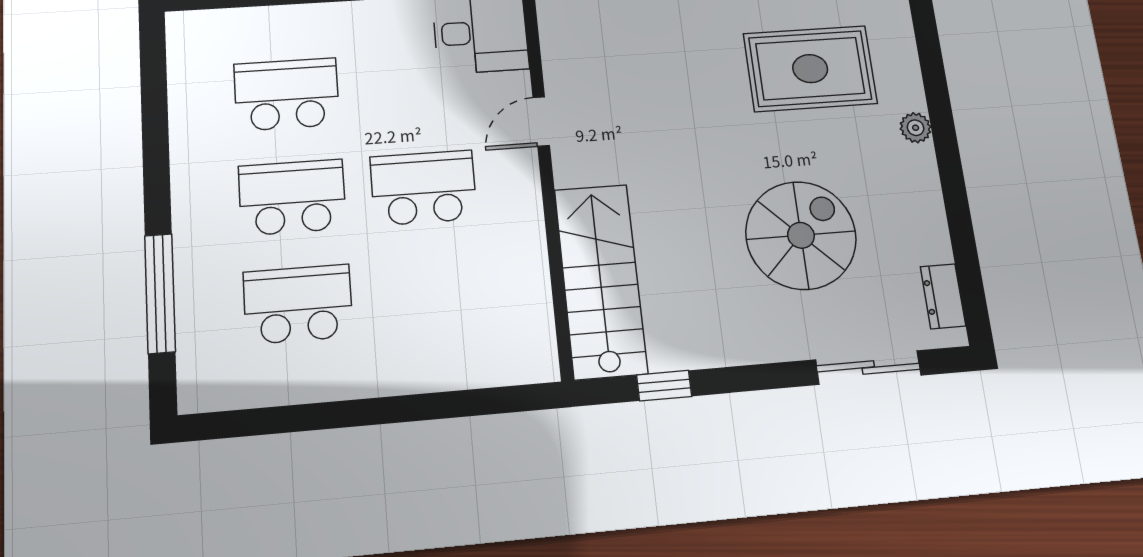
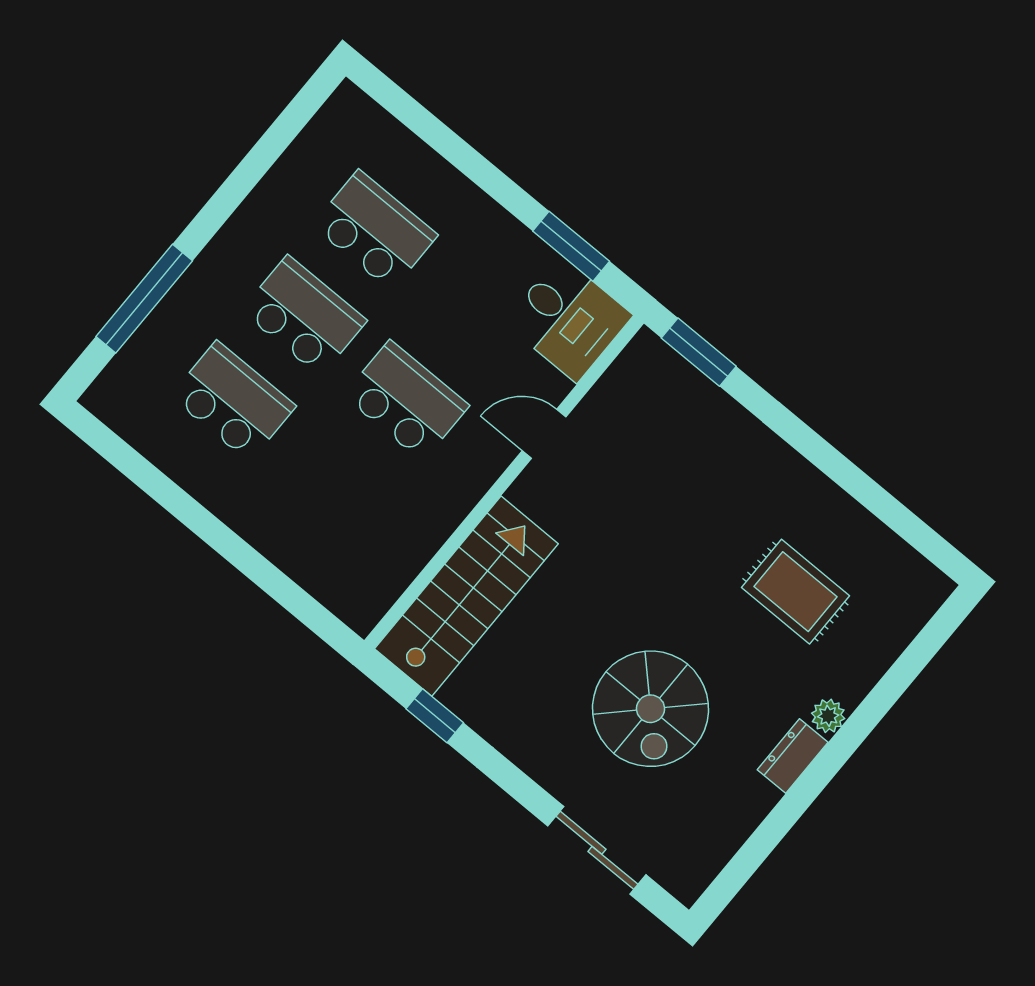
rug: (810, 69) -> (796, 592), width x0.73, depth x0.70
spiral stairs: (801, 235) -> (651, 709), turned 90
dresser: (943, 296) -> (793, 756), moved

